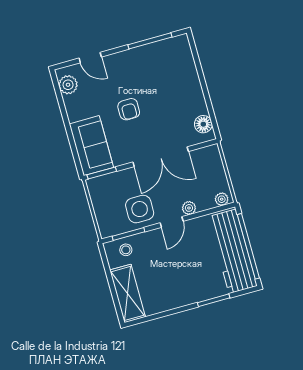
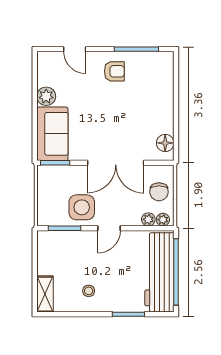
plant: (68, 85) -> (46, 96), moved
armchair: (129, 109) -> (114, 71), moved, turned -90
chair: (210, 173) -> (159, 192), added
plant: (189, 208) -> (148, 219), moved
stool: (126, 250) -> (89, 291), moved
shelving: (128, 293) -> (45, 294), width x0.67, depth x0.75

